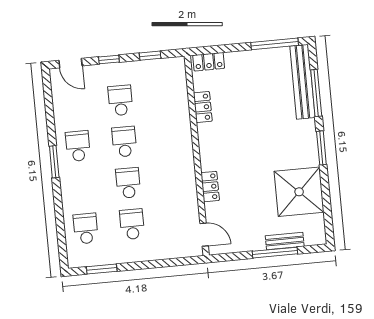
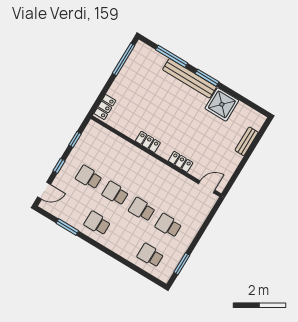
bench: (302, 82) -> (190, 78), moved
locker: (203, 107) -> (148, 142), moved
window: (54, 162) -> (67, 227), moved
shower: (299, 192) -> (222, 104), width x0.73, depth x0.73
window: (275, 253) -> (249, 152), removed

